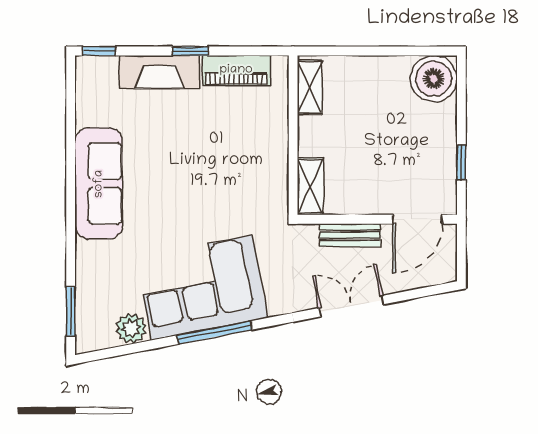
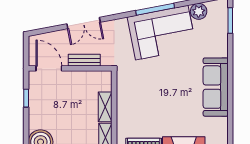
shelving: (310, 186) -> (105, 107), moved
door: (418, 219) -> (49, 68), hinge flipped

